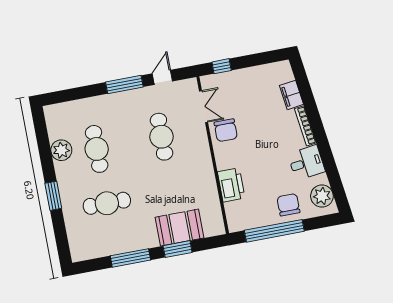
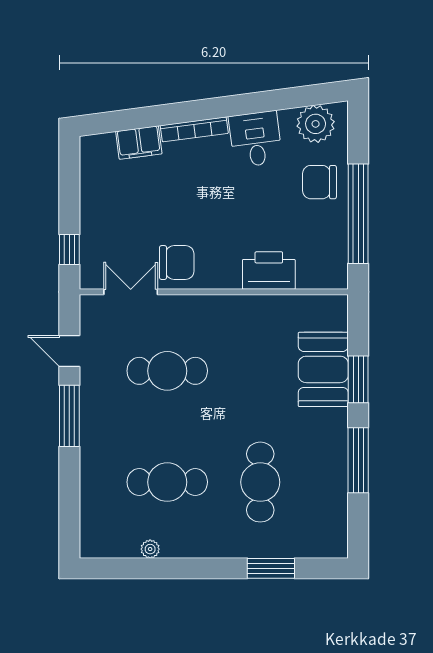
plant: (61, 150) -> (150, 549), width x0.53, depth x0.53
window: (53, 196) -> (271, 568), moved

